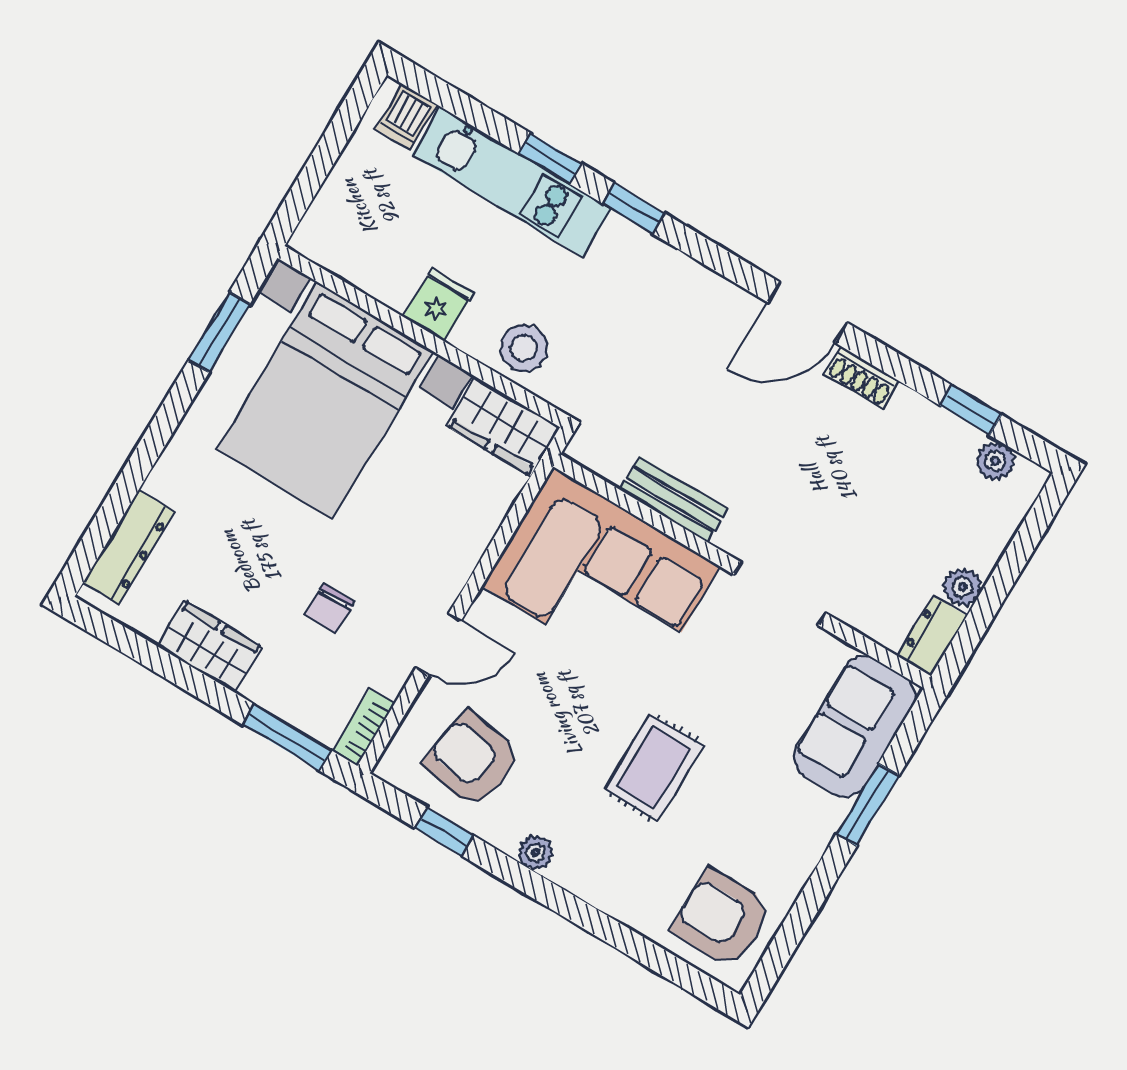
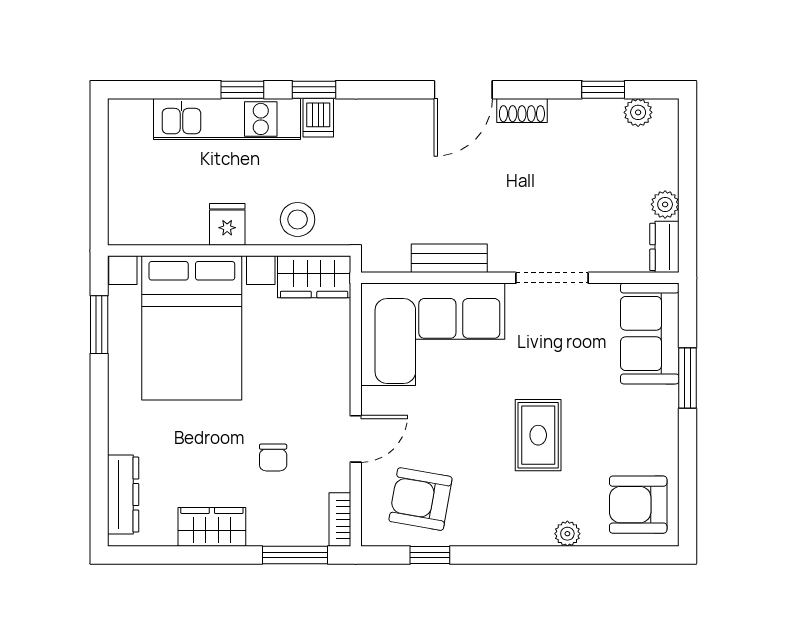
dishwasher: (406, 117) -> (318, 118), moved
plant: (535, 852) -> (567, 534), moved

